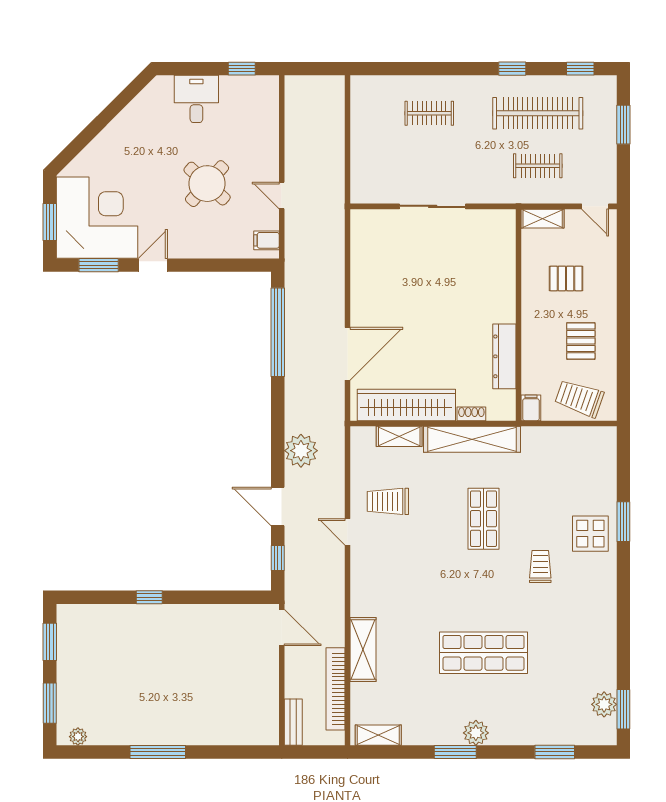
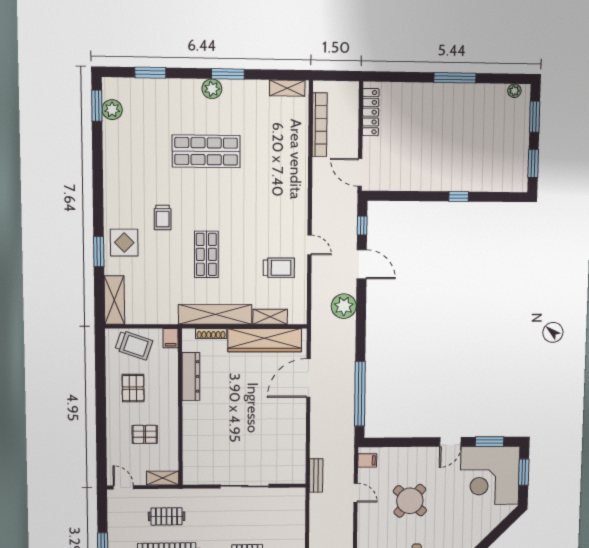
shoe rack: (471, 414) -> (211, 334), width x1.43
shelving: (363, 649) -> (114, 300), moved
locker: (269, 706) -> (371, 112), added
bench: (293, 722) -> (316, 476), moved

